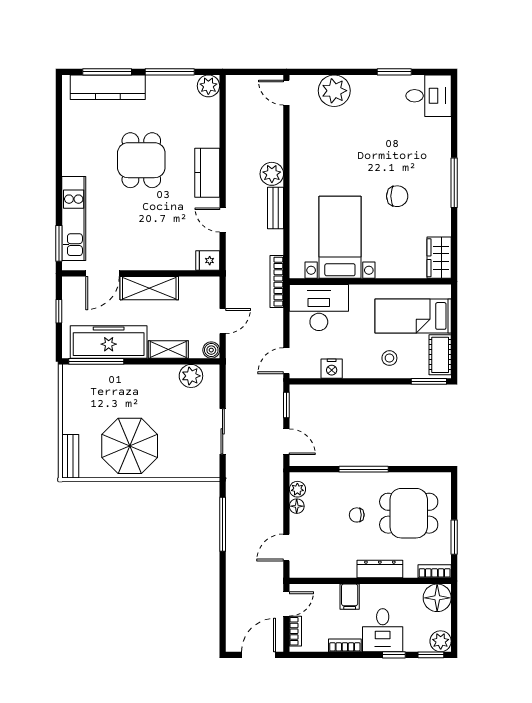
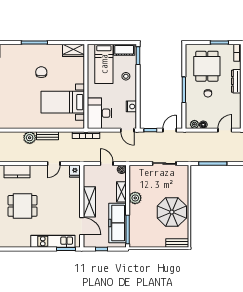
kitchen counter: (207, 173) -> (17, 171), moved
plant: (191, 376) -> (135, 198), moved
door: (286, 547) -> (225, 130), swing flipped

